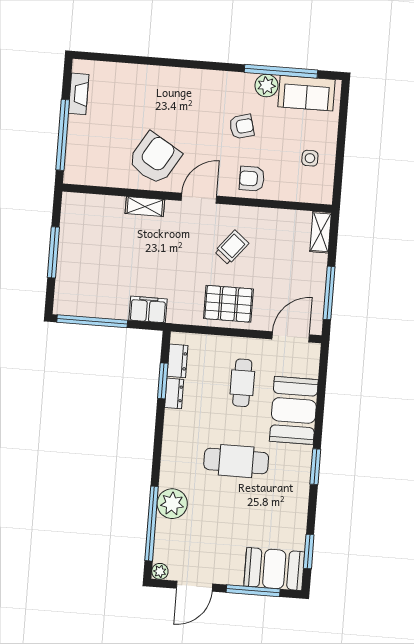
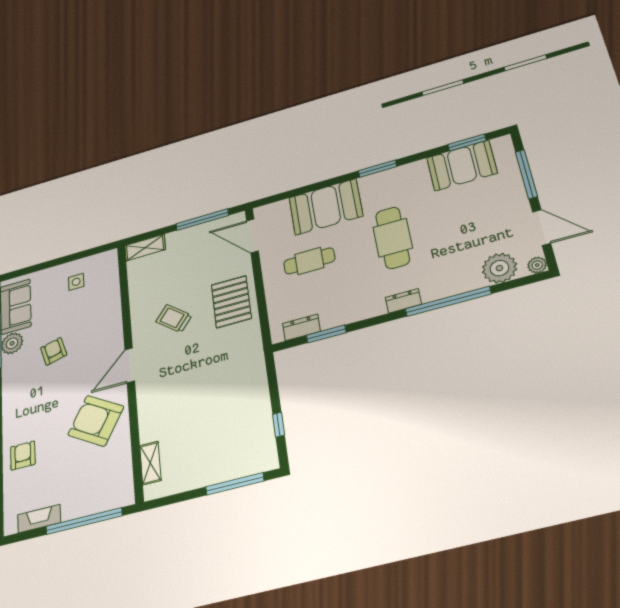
armchair: (252, 179) -> (23, 456), moved, turned 180
door: (199, 198) -> (130, 365), hinge flipped
shelving: (145, 207) -> (150, 463), moved
window: (53, 252) -> (235, 484), moved
filing cabinet: (148, 309) -> (254, 374), removed
window: (92, 321) -> (279, 425), width x0.32
dresser: (174, 393) -> (403, 301), moved
plant: (172, 504) -> (499, 268), moved
window: (152, 524) -> (448, 301), moved
booth: (274, 569) -> (462, 165), moved, turned 90

